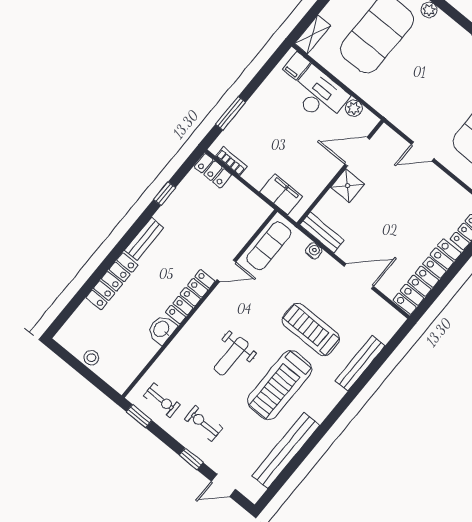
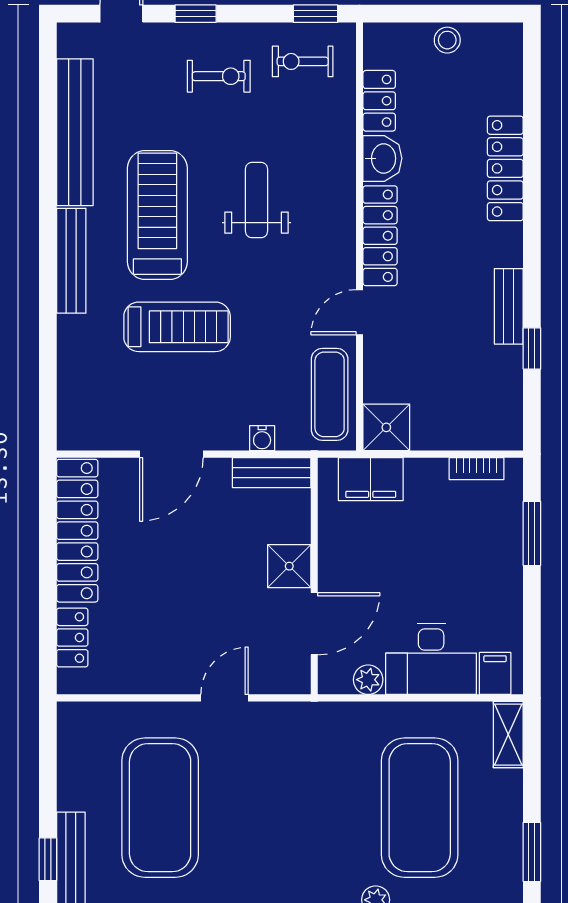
locker: (213, 171) -> (379, 101), moved, turned 90
shower: (256, 211) -> (386, 427), added
bench: (144, 239) -> (509, 306), moved
bench: (360, 363) -> (71, 261), moved

